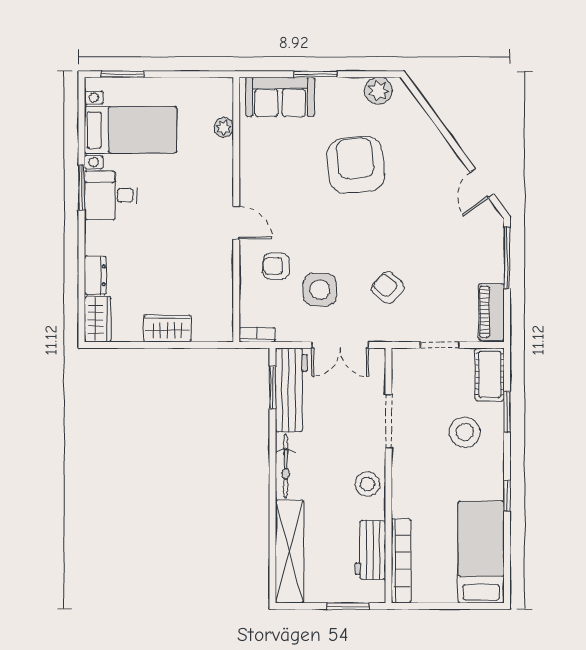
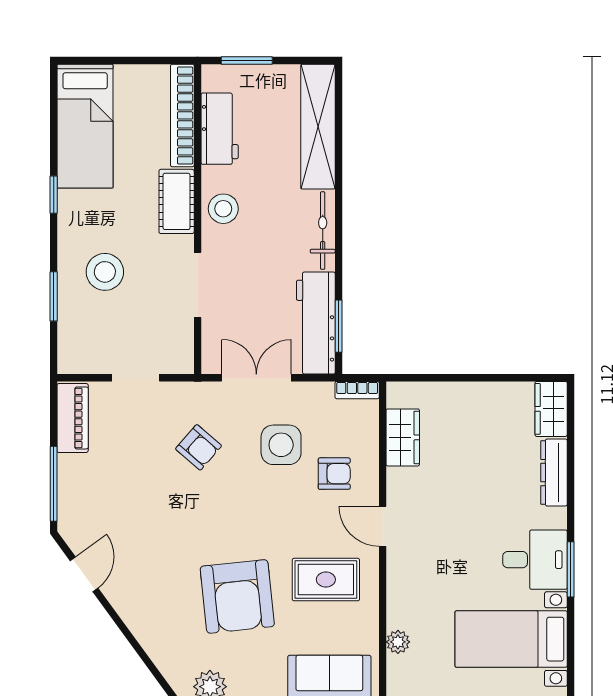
rug: (283, 179) -> (326, 580), added
dresser: (95, 275) -> (554, 473), width x1.44
wardrobe: (167, 328) -> (403, 437), moved, turned -90
cot: (490, 374) -> (177, 201), moved

